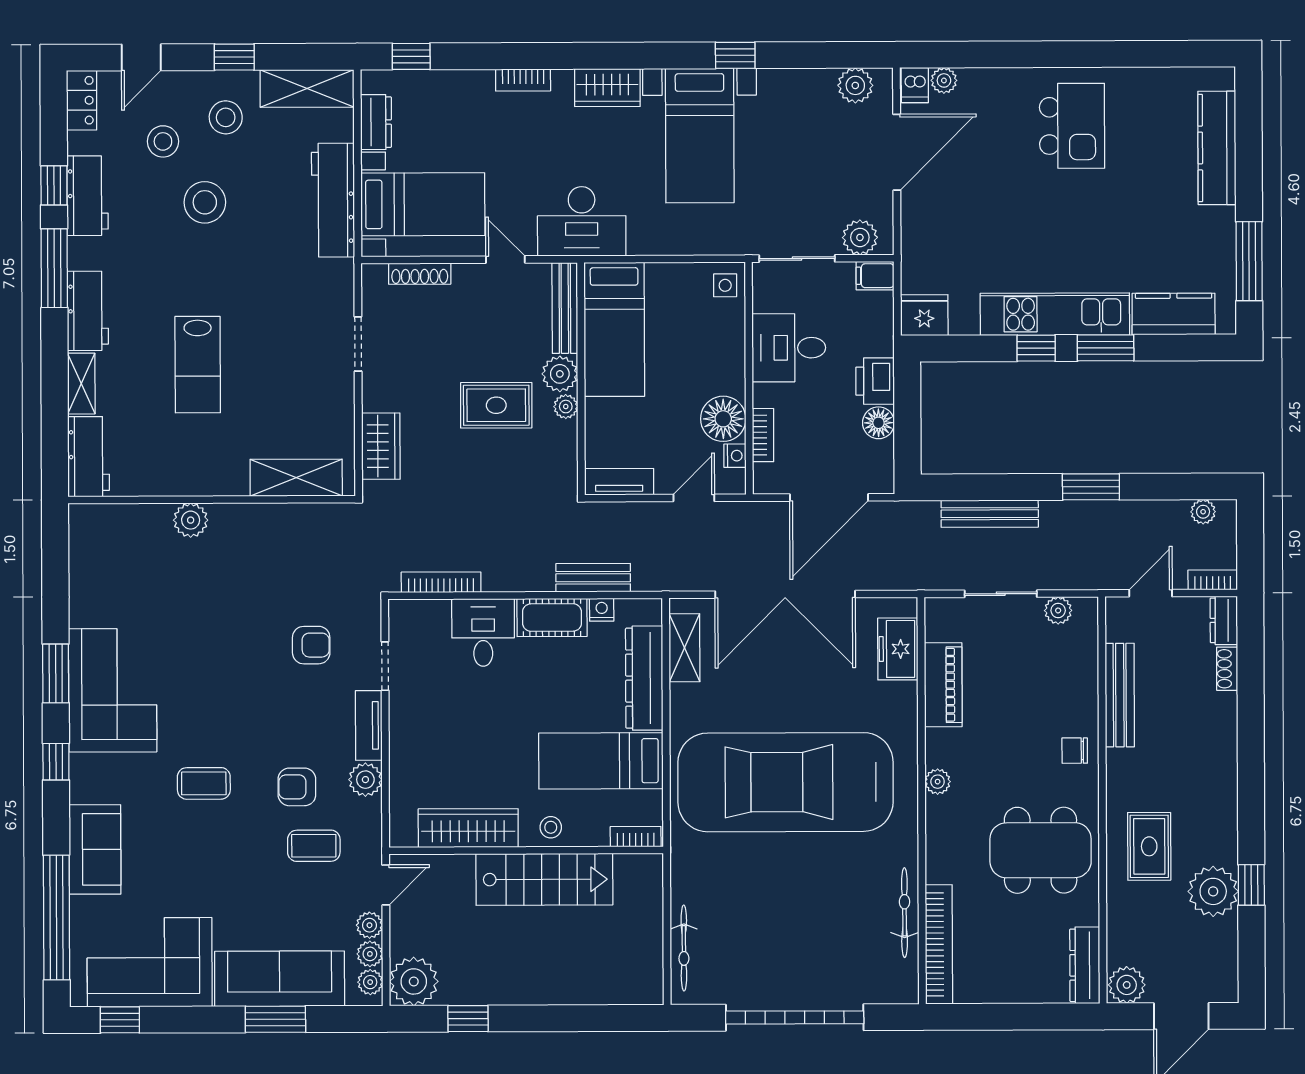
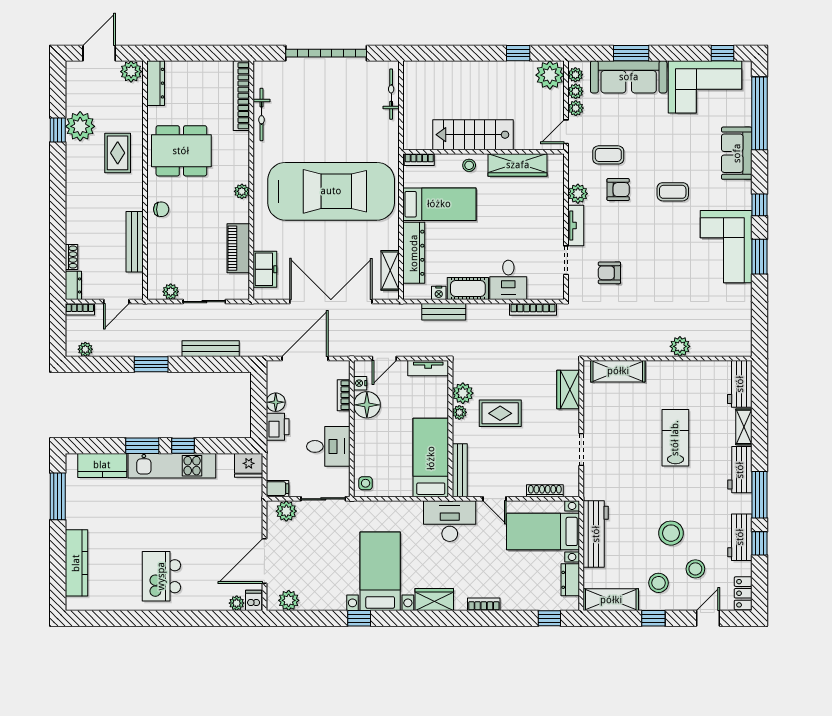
plant: (560, 374) -> (463, 393), moved

